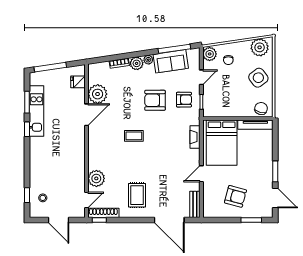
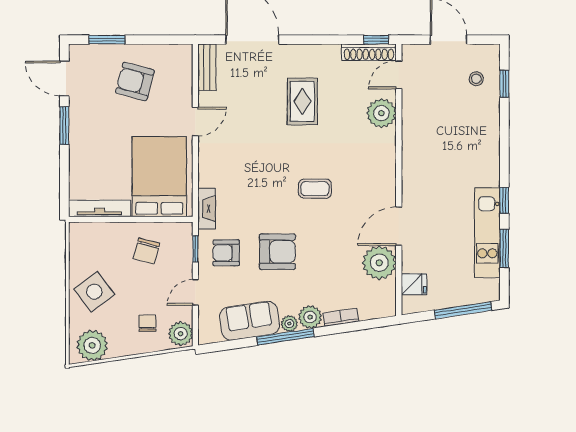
window: (174, 49) -> (285, 337), moved
chair: (261, 109) -> (147, 251), moved
fireplace: (195, 137) -> (207, 209), moved
rug: (137, 195) -> (302, 101), moved

